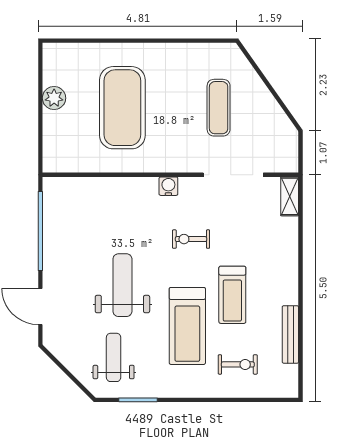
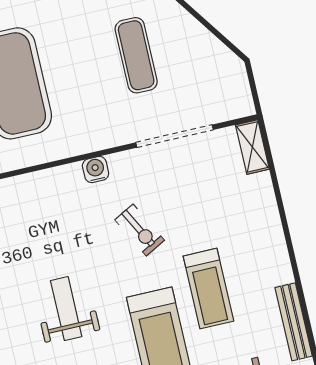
exercise bike: (191, 239) -> (140, 230), turned -118
weight bench: (122, 285) -> (66, 309), width x0.73, depth x0.75

